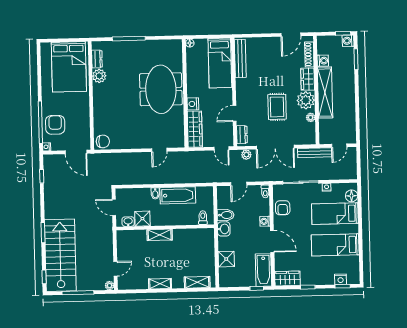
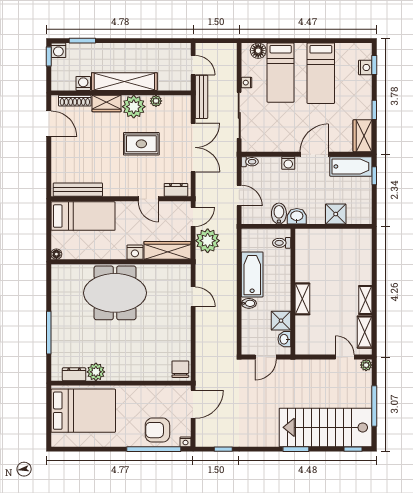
plant: (246, 155) -> (208, 241), moved, width x1.88, depth x1.88
armchair: (283, 208) -> (271, 140), removed
shelving: (197, 282) -> (365, 332), moved

